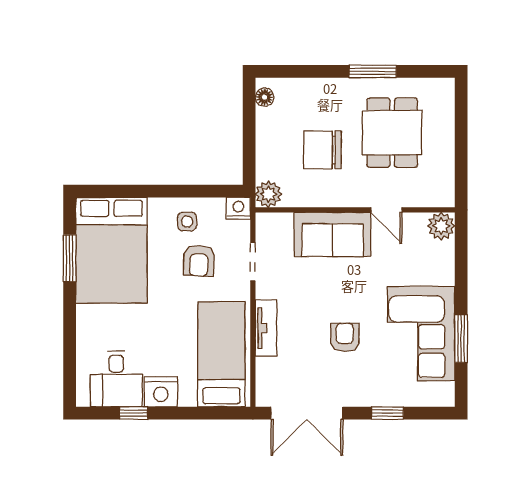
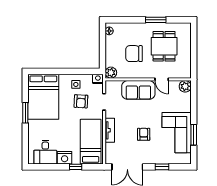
window: (70, 258) -> (25, 113), moved
window: (133, 413) -> (76, 167), moved

